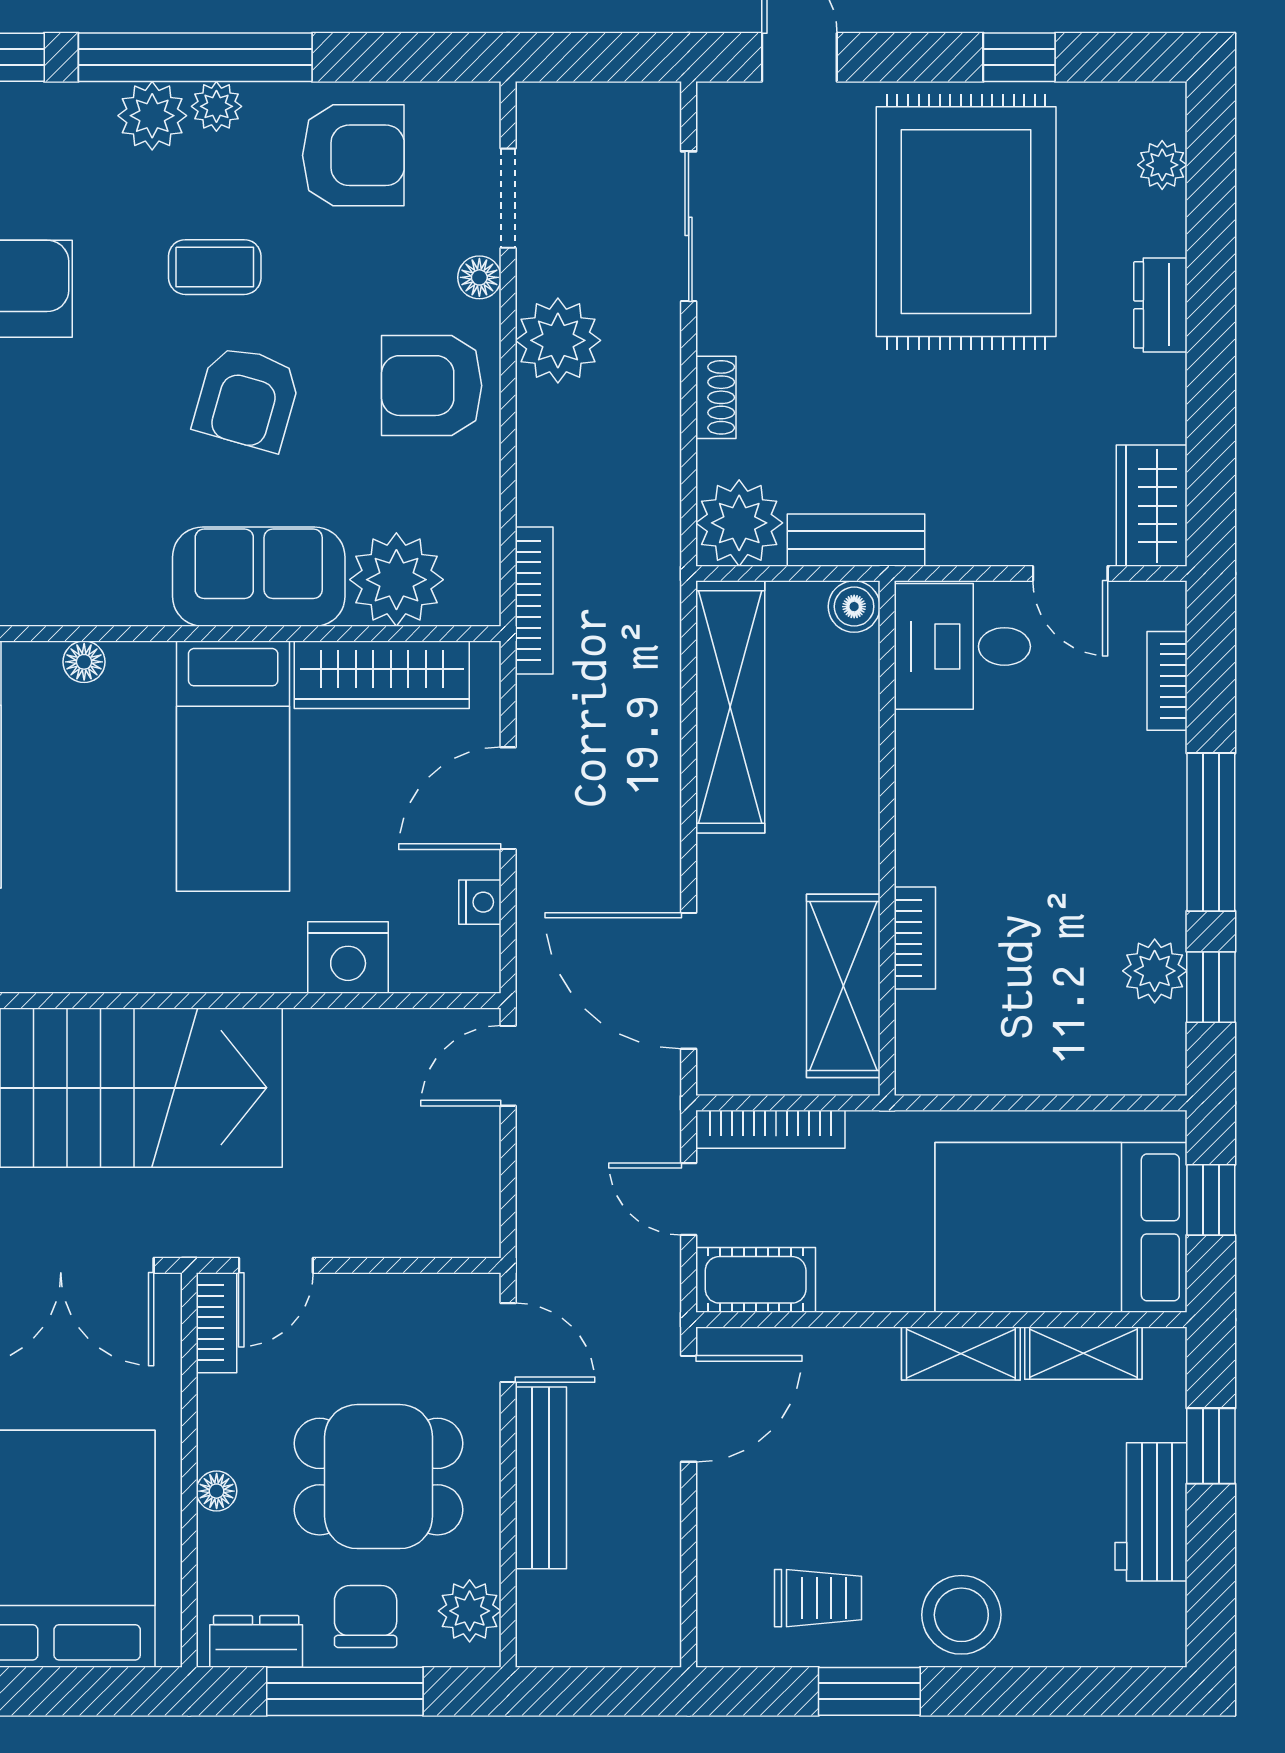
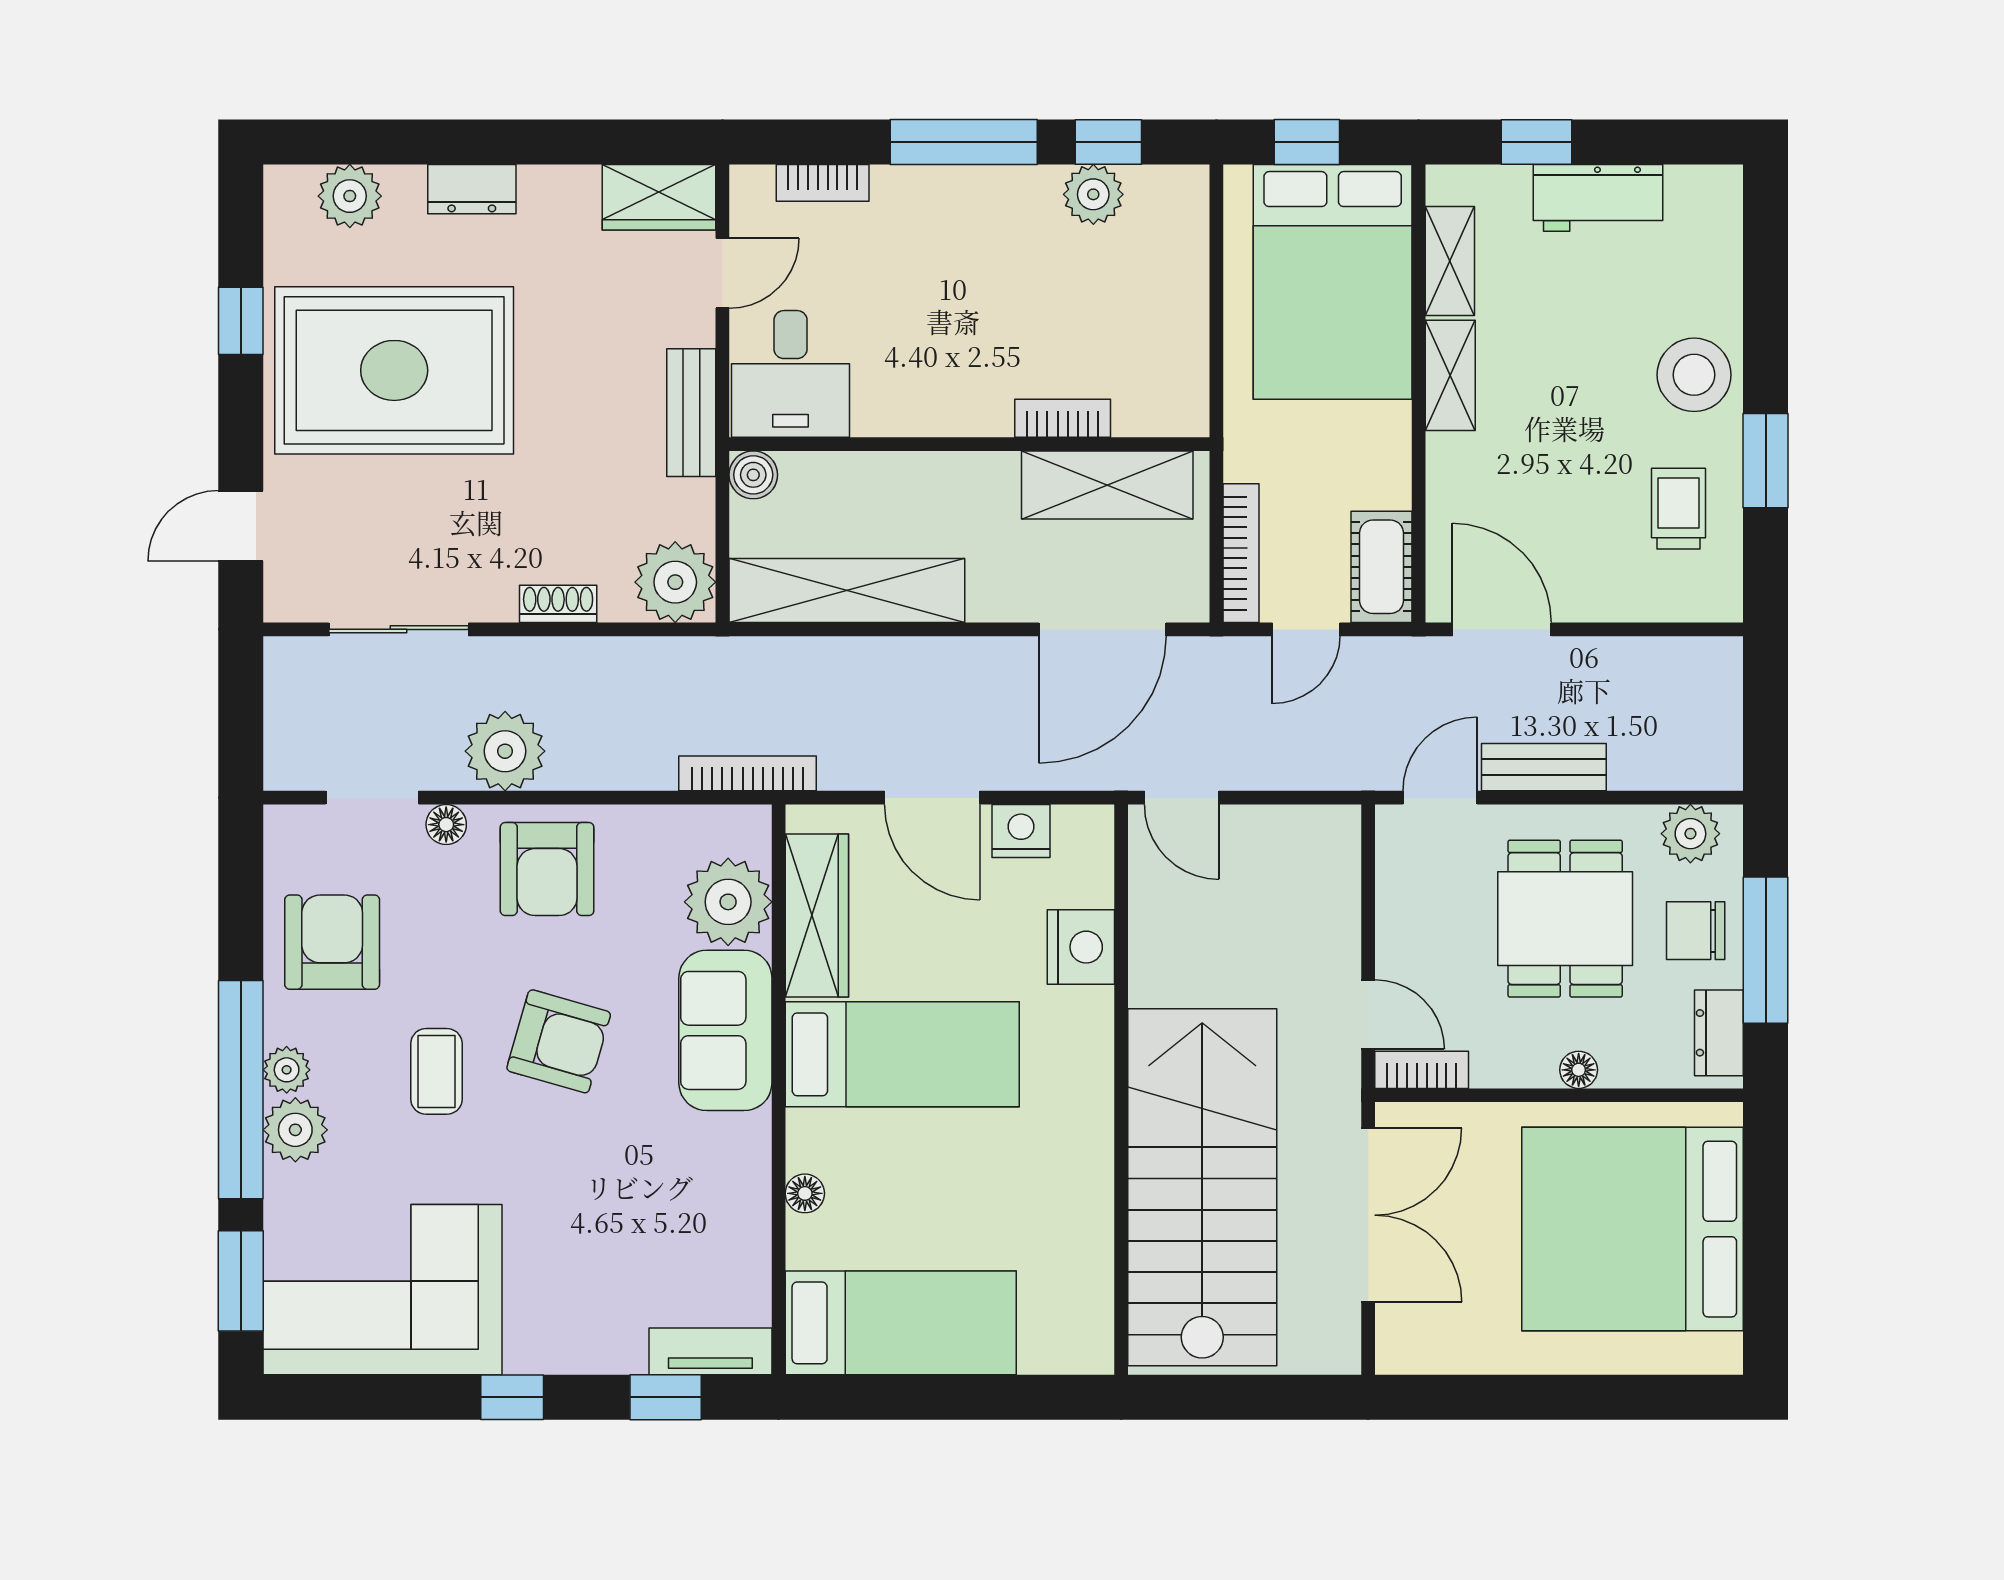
plant: (1162, 165) -> (350, 196), width x1.38, depth x1.38
bench: (856, 540) -> (691, 413), moved
nightstand: (480, 902) -> (1021, 831), width x1.39, depth x1.35
bench: (541, 1478) -> (1544, 767), width x0.73

